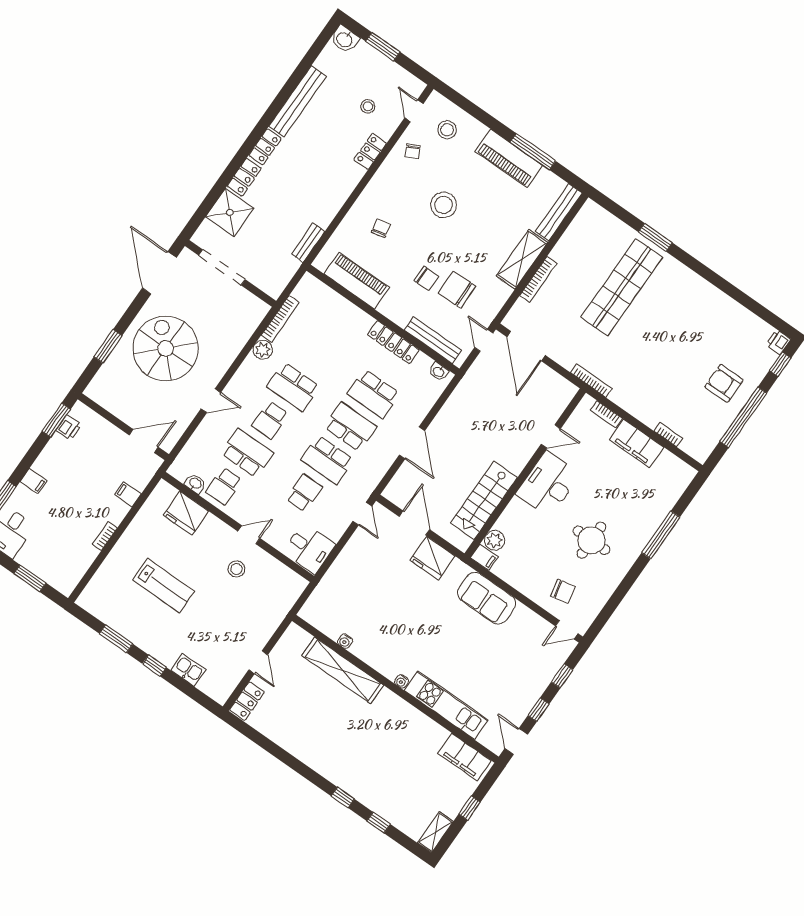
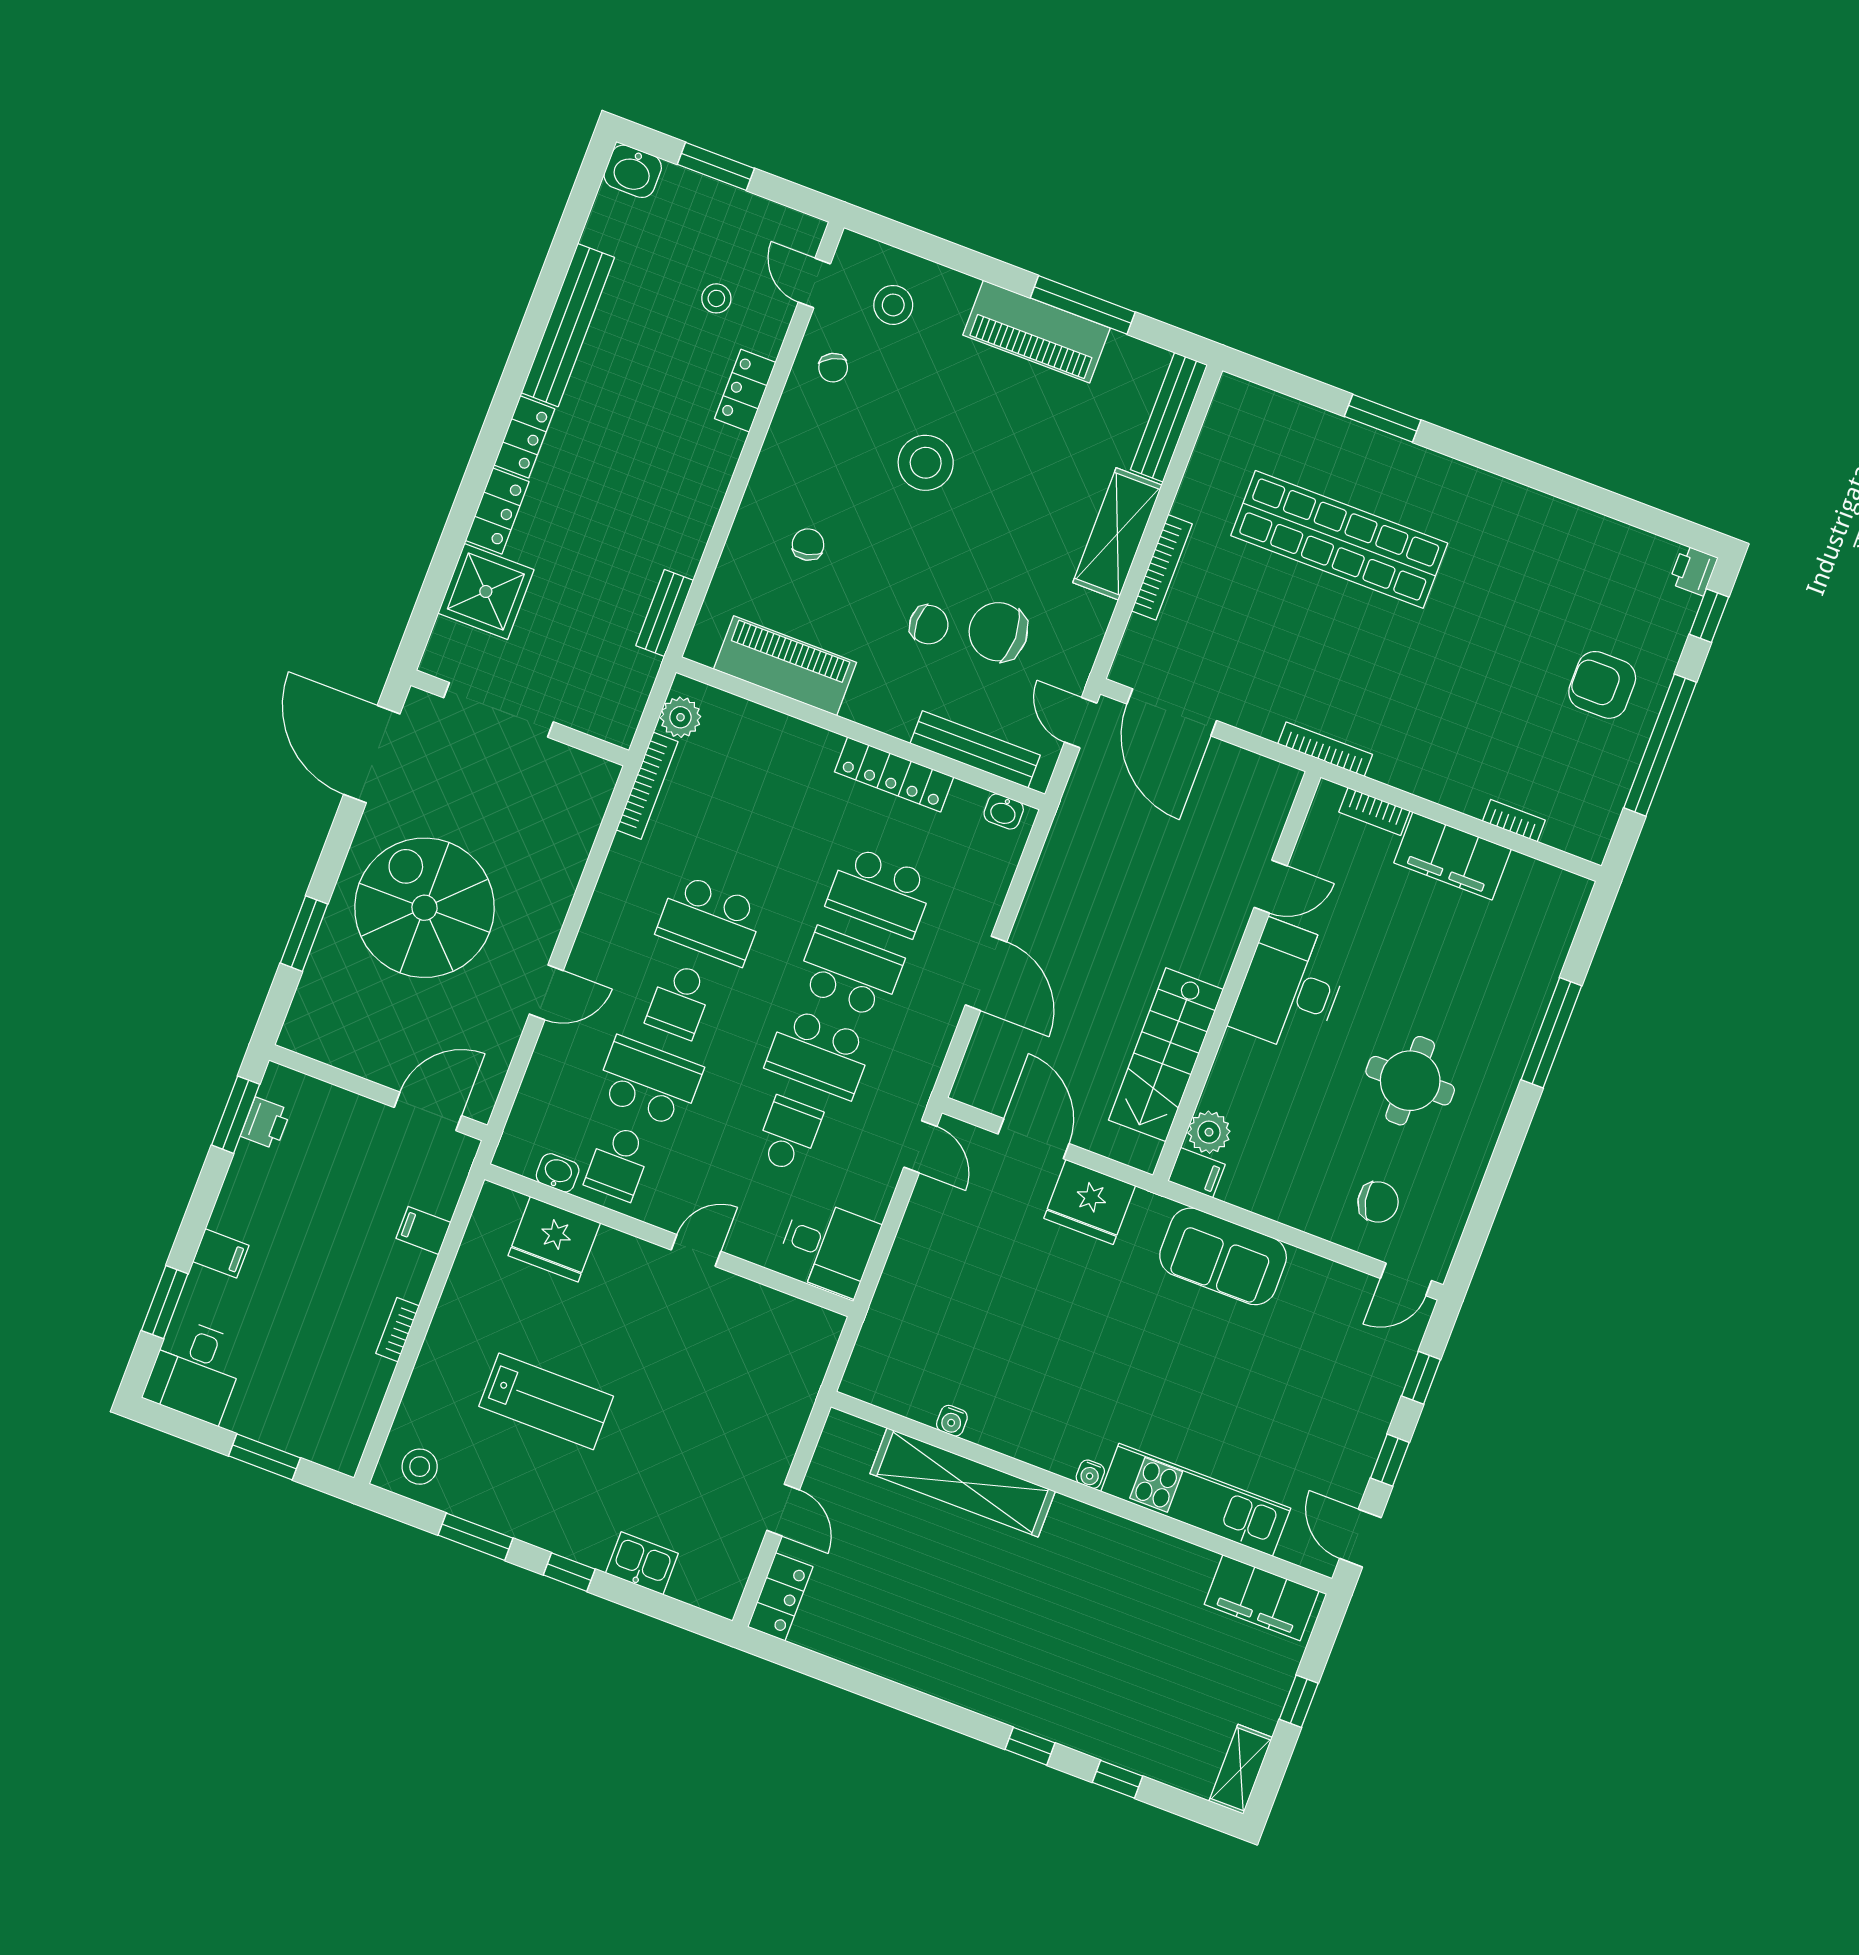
shop shelf: (622, 287) -> (1339, 539), turned 90
plant: (263, 350) -> (680, 717), moved
stool: (236, 569) -> (420, 1467), moved

